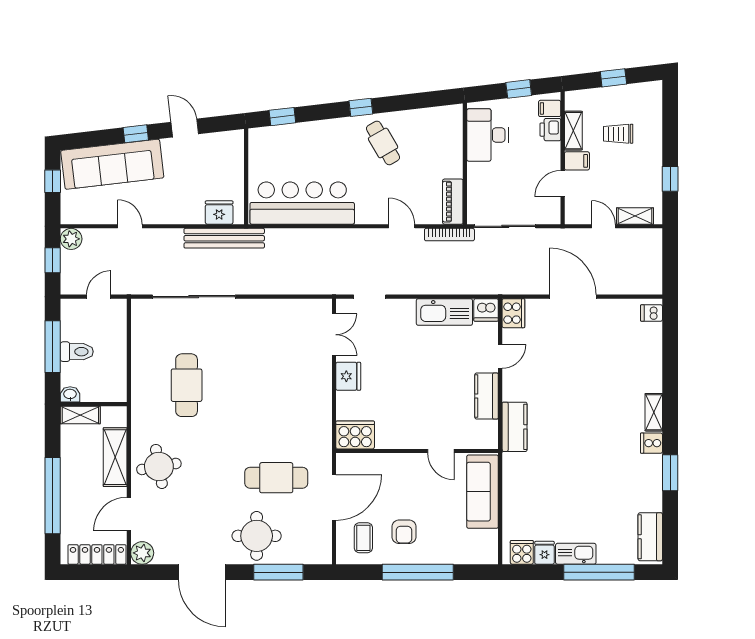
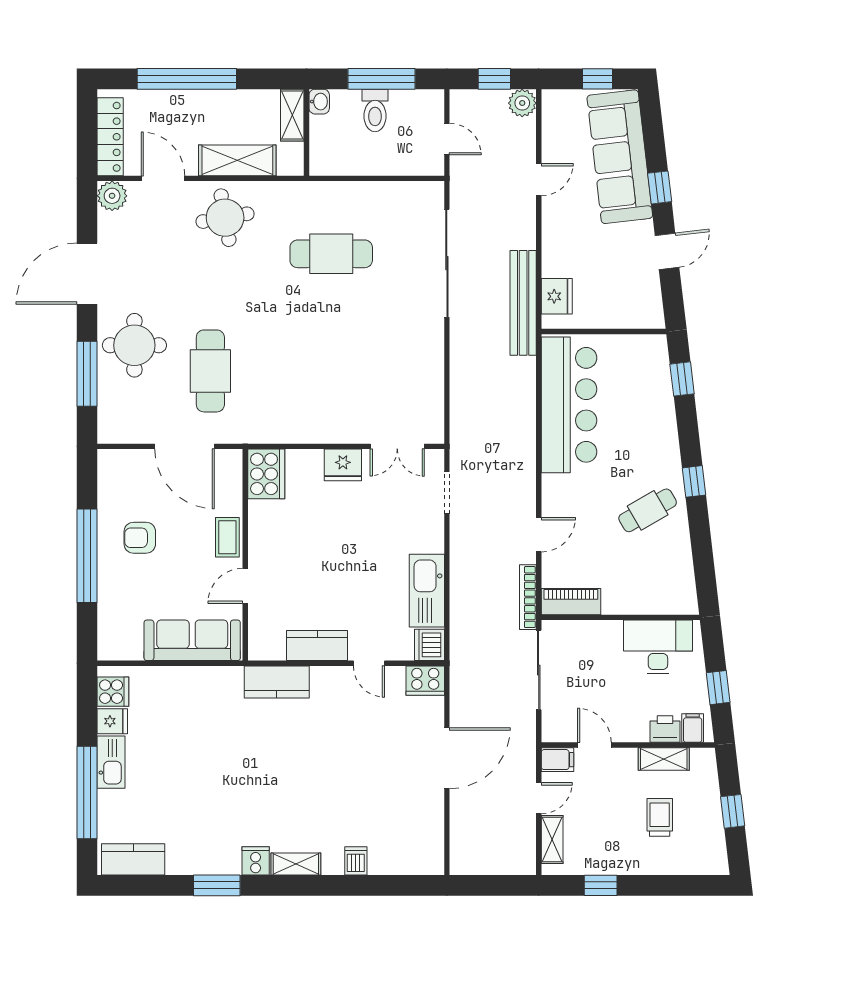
filing cabinet: (577, 161) -> (557, 760), moved, turned -90
dishwasher: (651, 313) -> (356, 861), moved
coffee table: (363, 538) -> (227, 537), moved, turned 90

